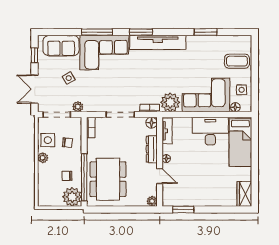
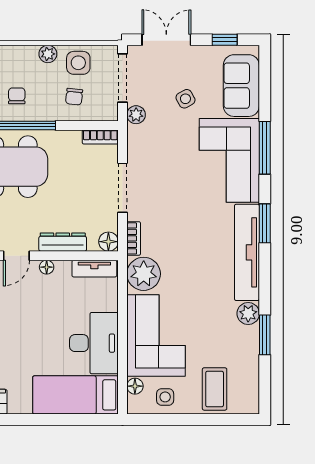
plant: (193, 42) -> (248, 313), added

